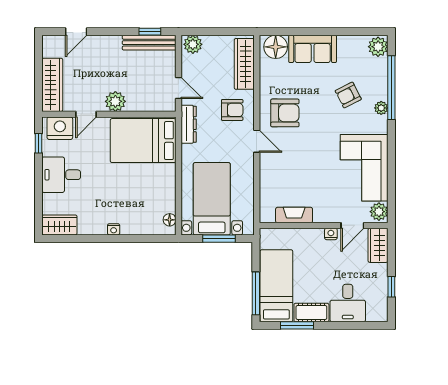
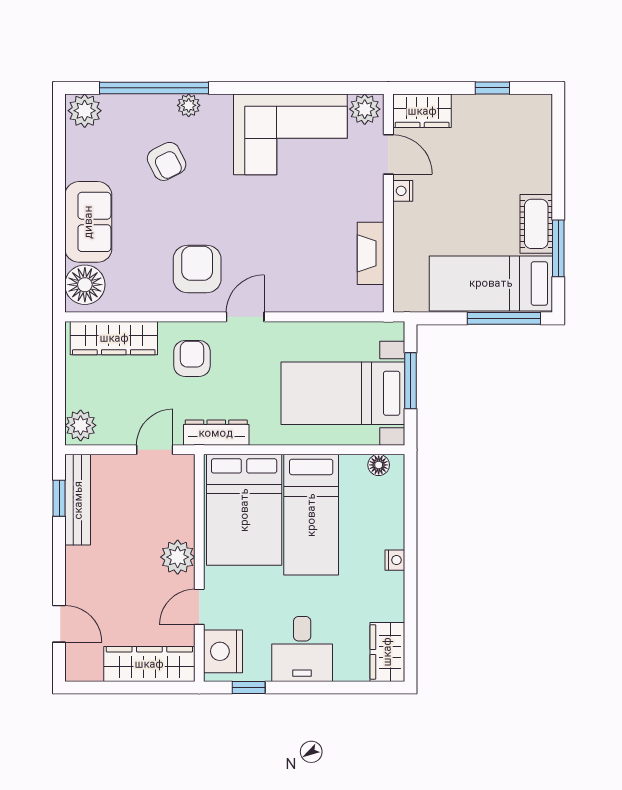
door: (86, 114) -> (199, 607), swing flipped
bed: (140, 180) -> (311, 515), added
desk: (348, 303) -> (520, 162), removed

